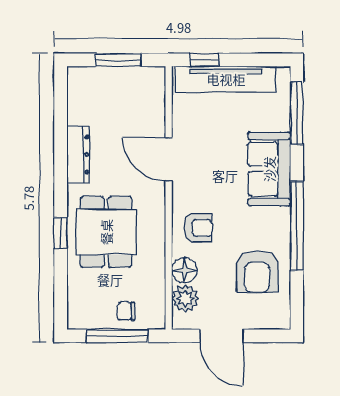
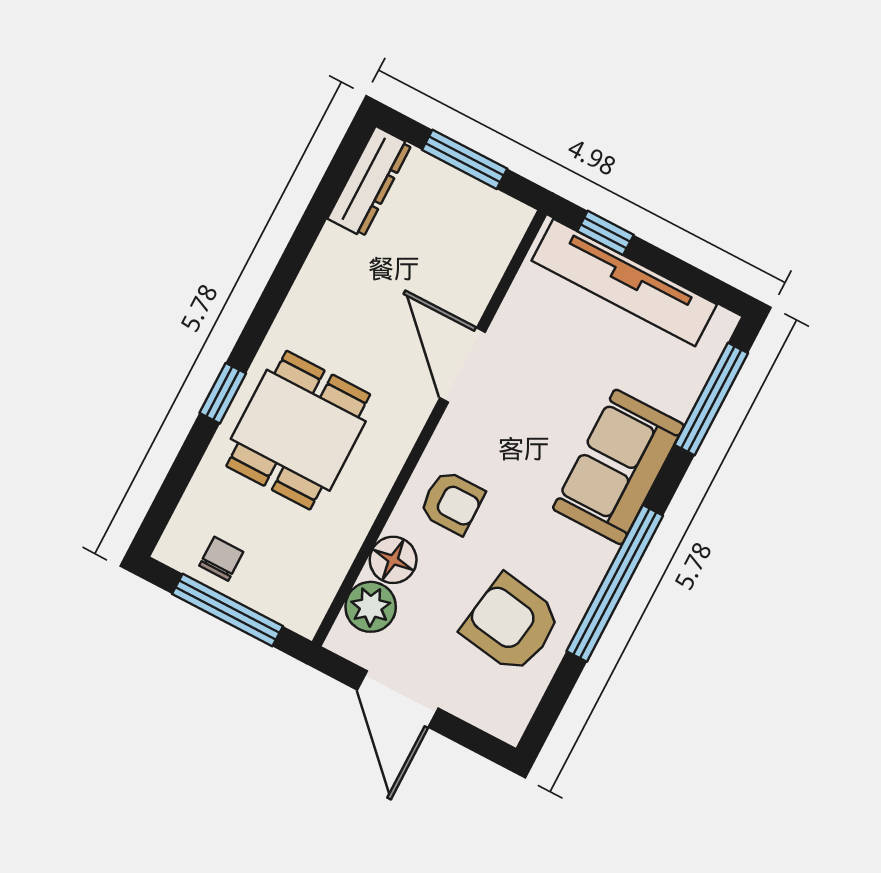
dresser: (78, 155) -> (369, 182), moved
armchair: (257, 271) -> (511, 624), turned 99
chair: (126, 311) -> (221, 559), moved, turned 90

